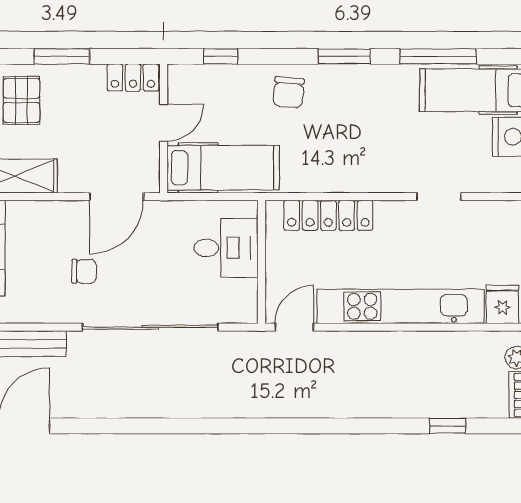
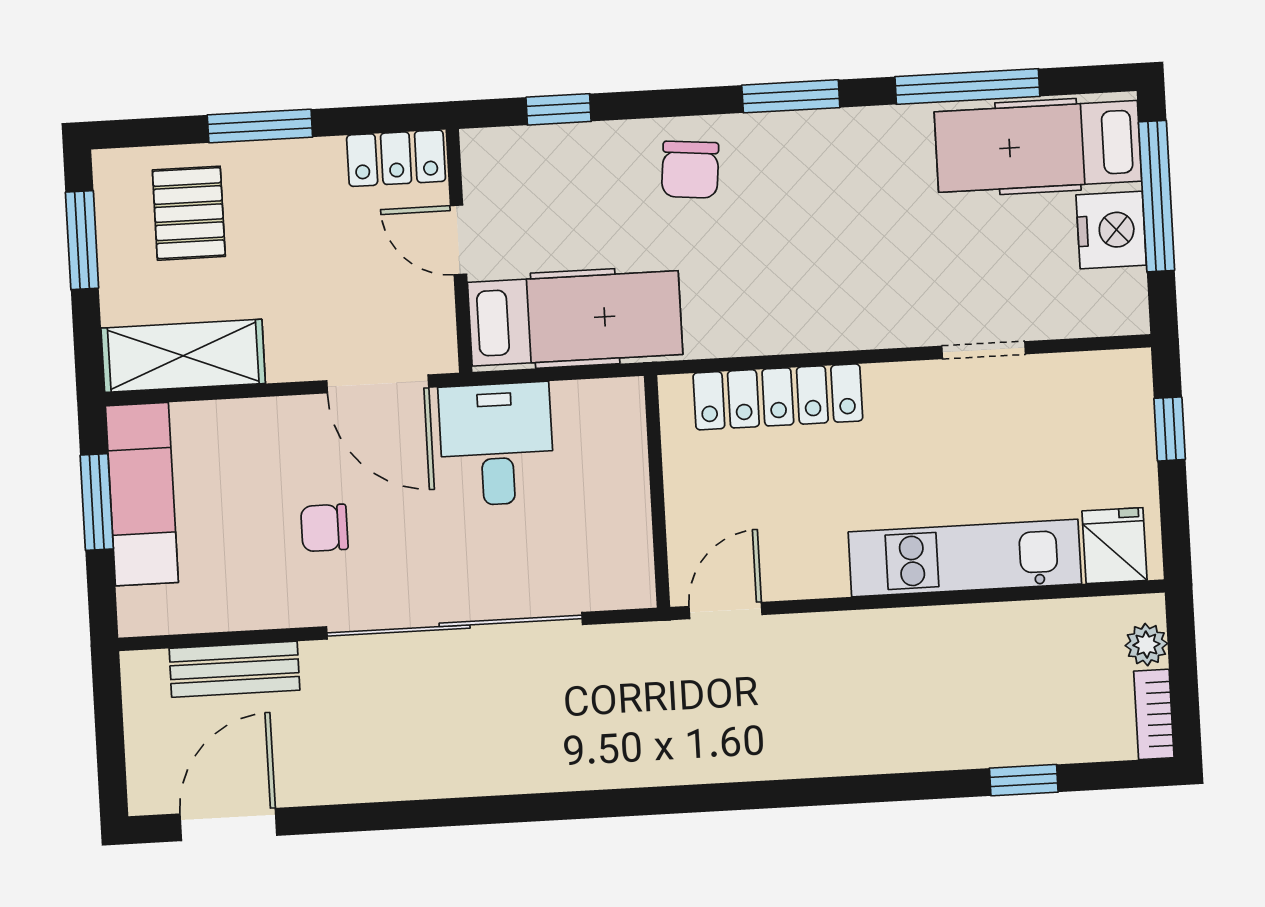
door: (164, 123) -> (458, 240), swing flipped
door: (117, 197) -> (378, 384), hinge flipped
desk: (226, 248) -> (496, 444), moved, turned -90
chair: (84, 271) -> (324, 528), turned 180
kitchen unit: (401, 306) -> (965, 558), width x0.73

